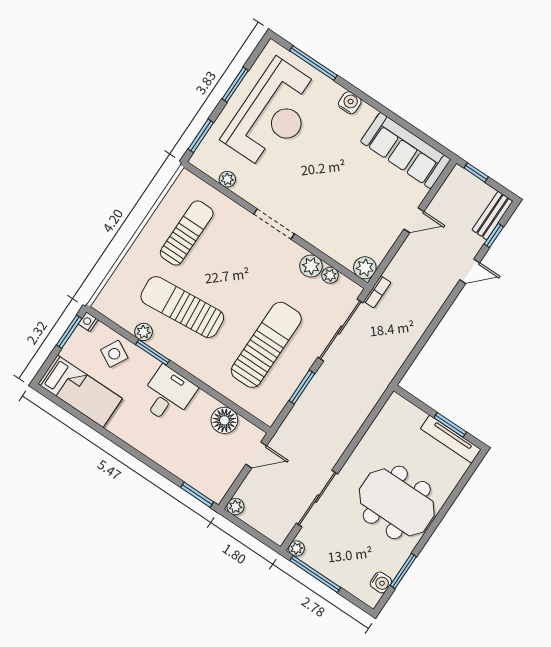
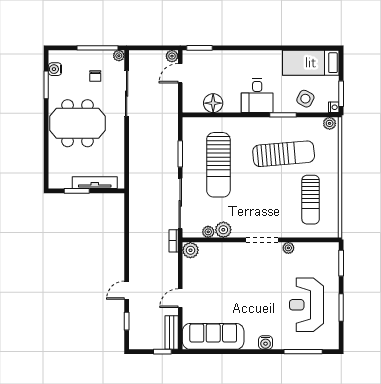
reception desk: (273, 115) -> (307, 305), width x0.74, depth x0.77
plant: (227, 179) -> (288, 248), moved
bench: (493, 216) -> (172, 332), moved
plant: (144, 332) -> (330, 123), moved
tv unit: (451, 439) -> (95, 183), moved
door: (256, 455) -> (180, 73), moved
chair: (340, 543) -> (95, 76), added

